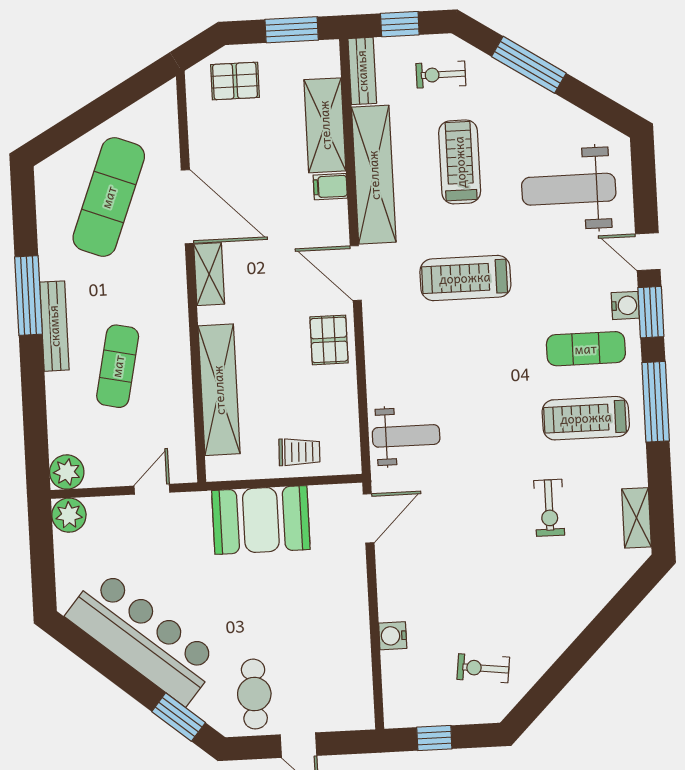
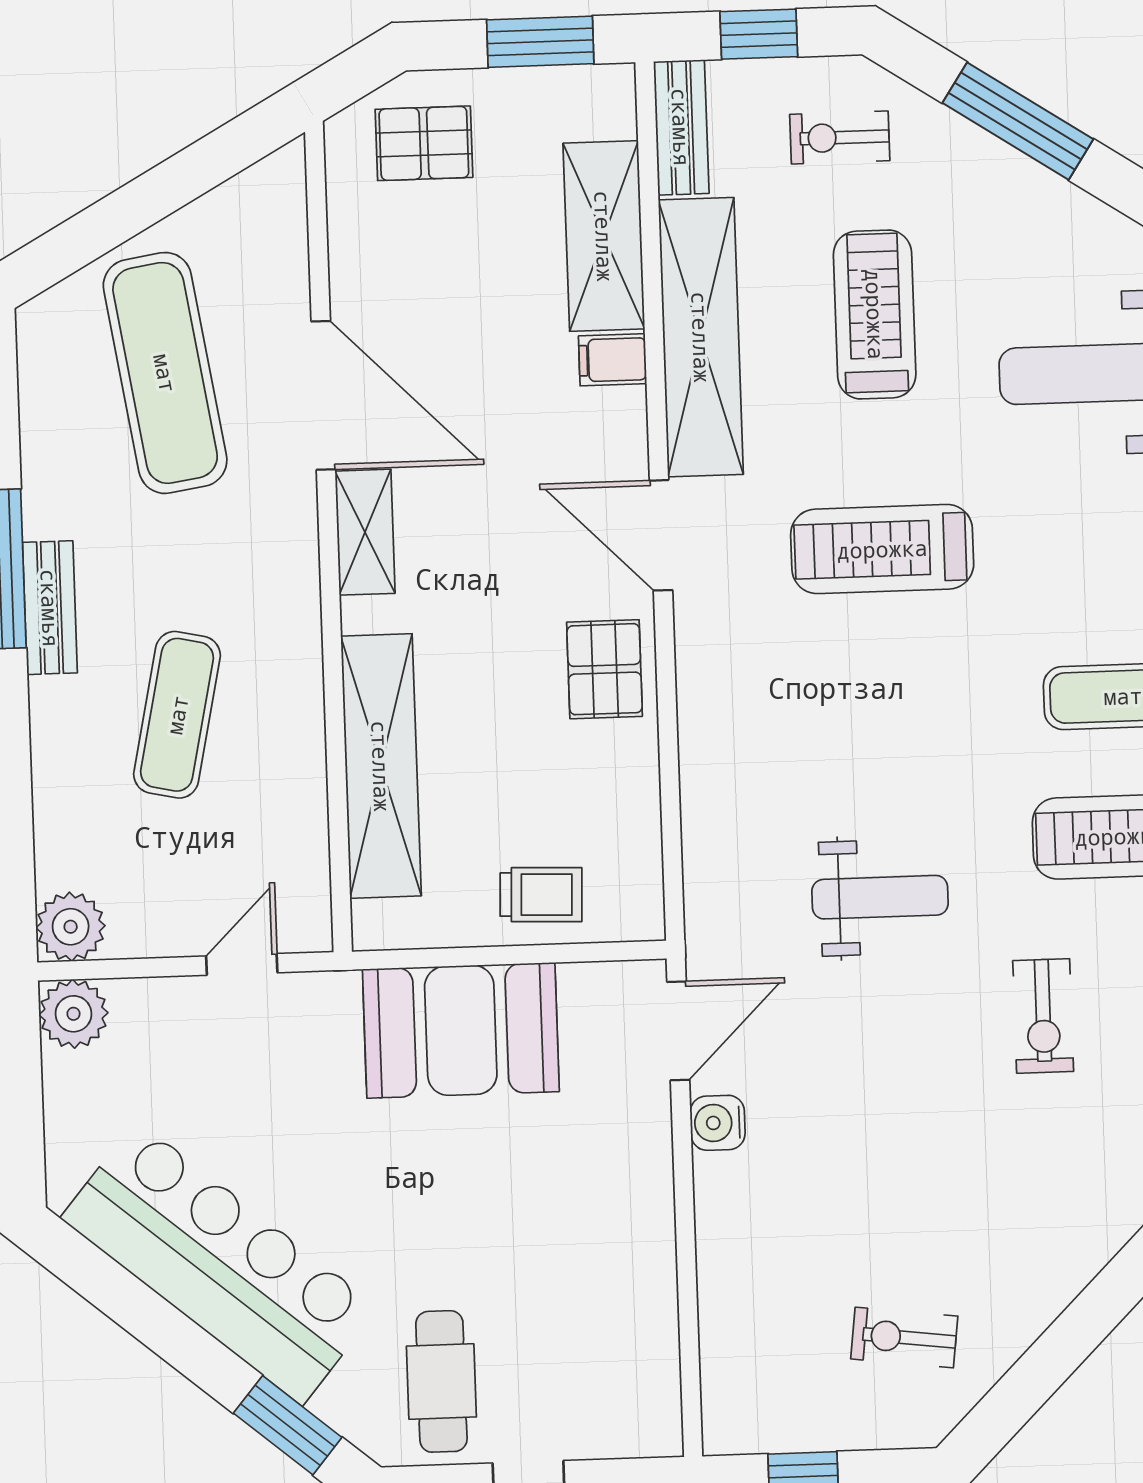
exercise mat: (109, 197) -> (165, 373), turned -30
bench: (54, 326) -> (50, 608), width x0.73
weight bench: (406, 436) -> (880, 897), moved
water cooler: (393, 636) -> (718, 1123), moved

